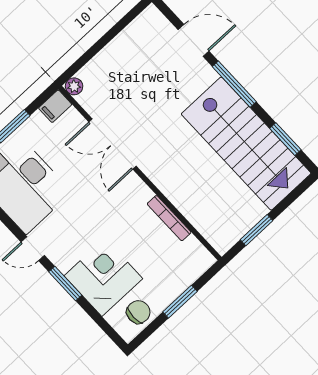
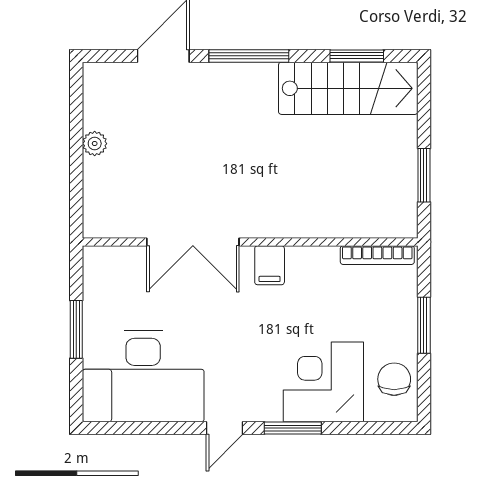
plant: (74, 86) -> (95, 144), moved
filing cabinet: (55, 106) -> (270, 265), moved
stairs: (246, 144) -> (348, 88), width x0.73, depth x0.66
bookcase: (169, 218) -> (377, 255), moved

